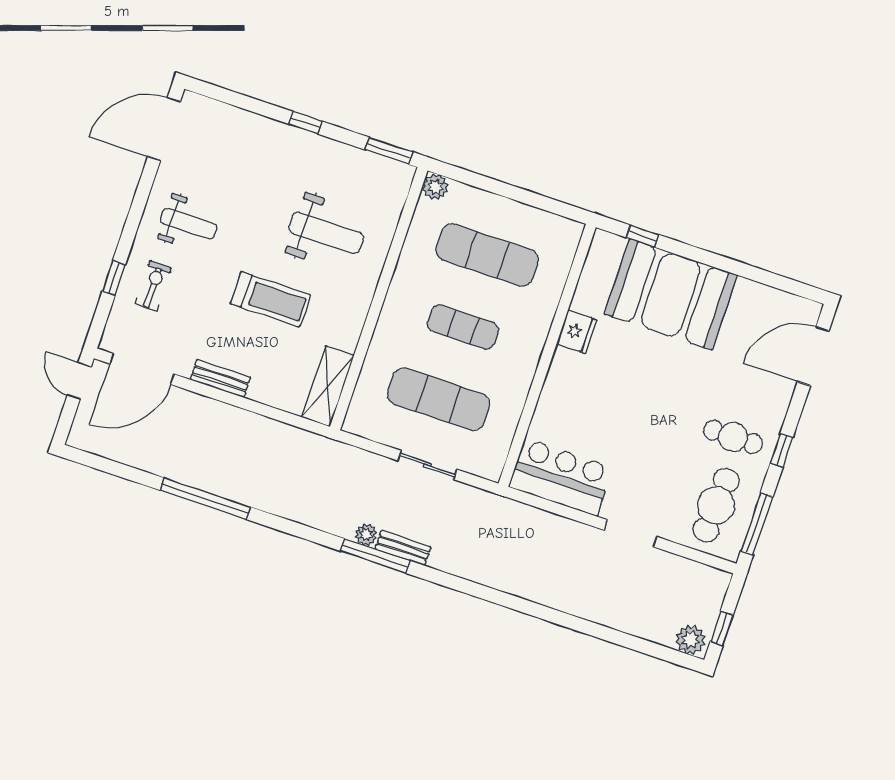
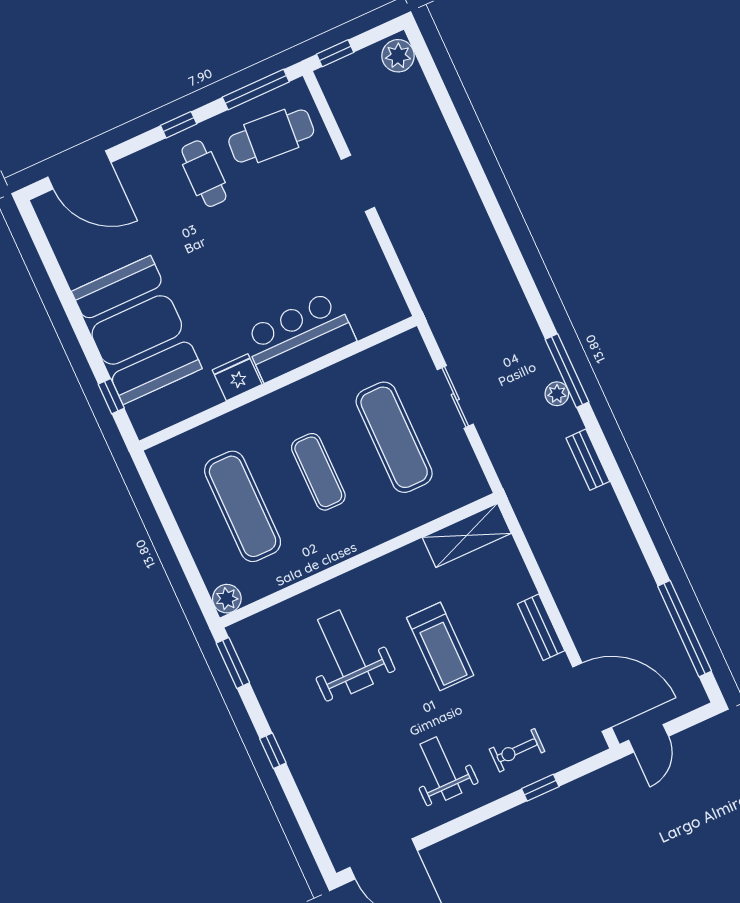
treadmill: (270, 299) -> (440, 646), turned 180
bar counter: (561, 477) -> (299, 336), moved, turned 90
window: (205, 499) -> (685, 629), moved
bench: (403, 548) -> (588, 460), moved
window: (722, 628) -> (335, 53), moved

